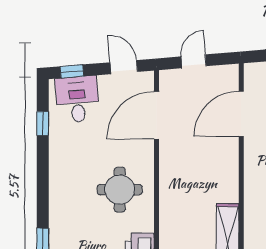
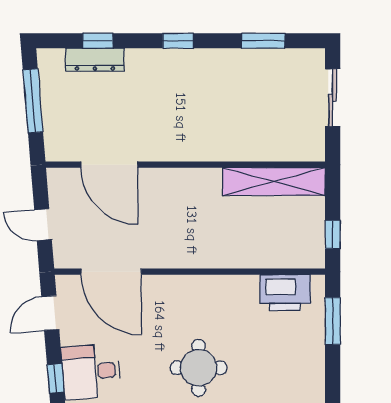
round table: (120, 190) -> (199, 368), moved

